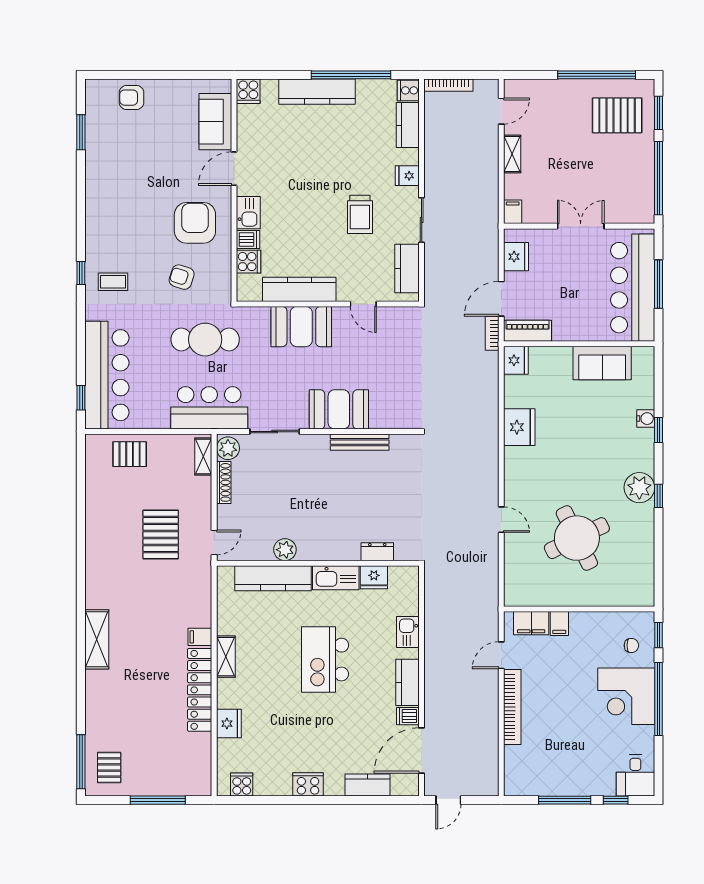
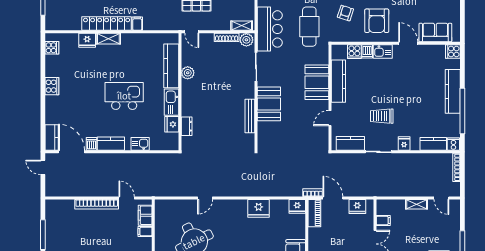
filing cabinet: (513, 212) -> (383, 221), moved
armchair: (195, 223) -> (377, 21), turned 90
shelving: (226, 657) -> (108, 39), moved
kitchen counter: (368, 785) -> (52, 138), moved

